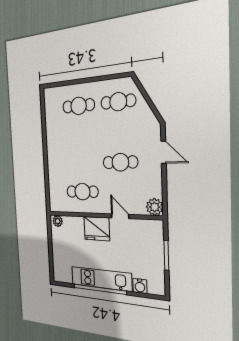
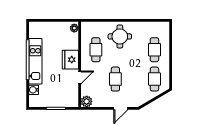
round table: (64, 158) -> (120, 36), added

